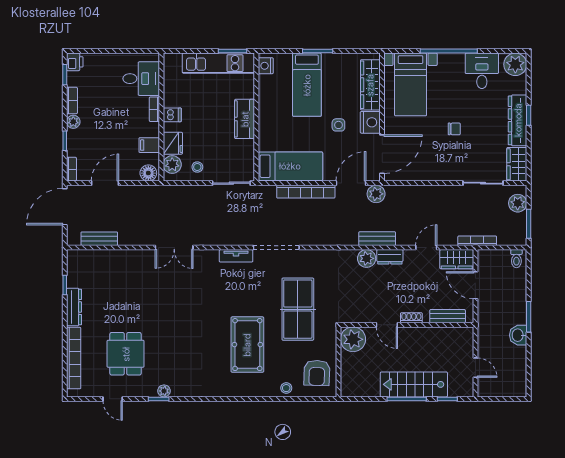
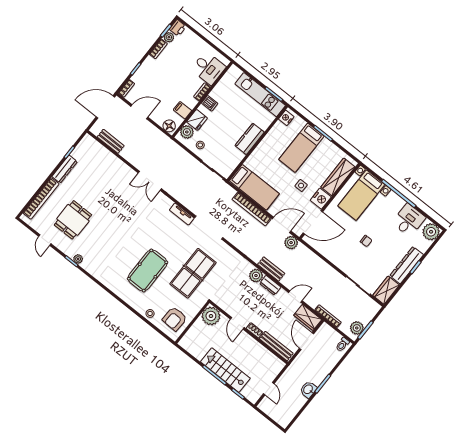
plant: (73, 122) -> (169, 37), moved
plant: (518, 203) -> (357, 328), moved
bench: (448, 316) -> (276, 346), width x1.36

